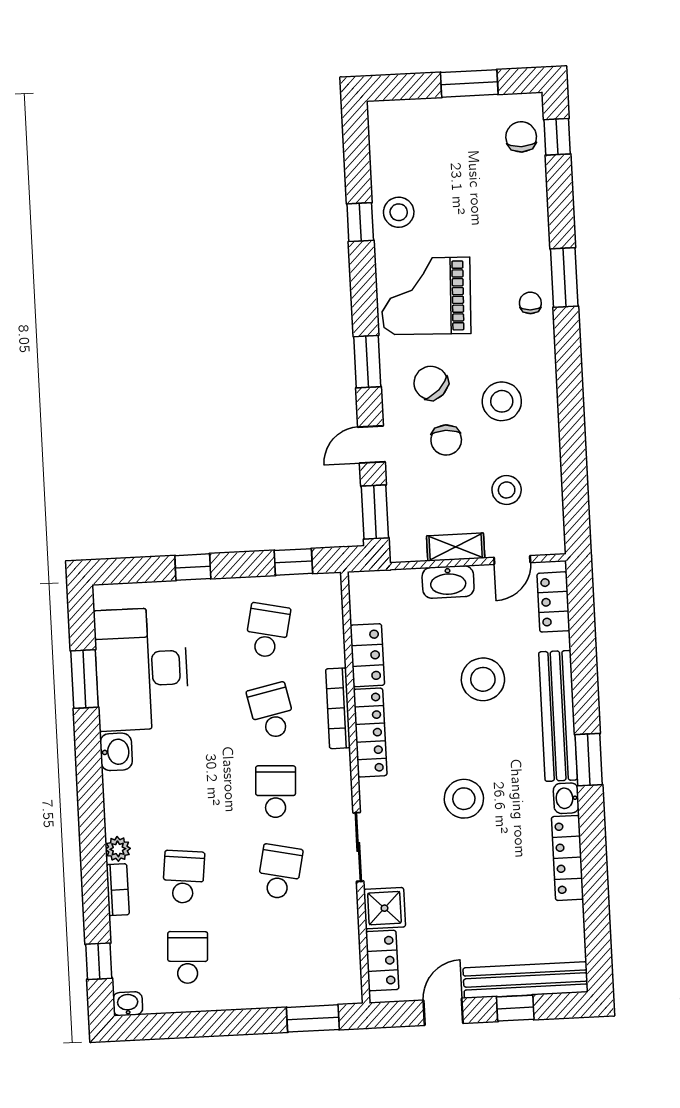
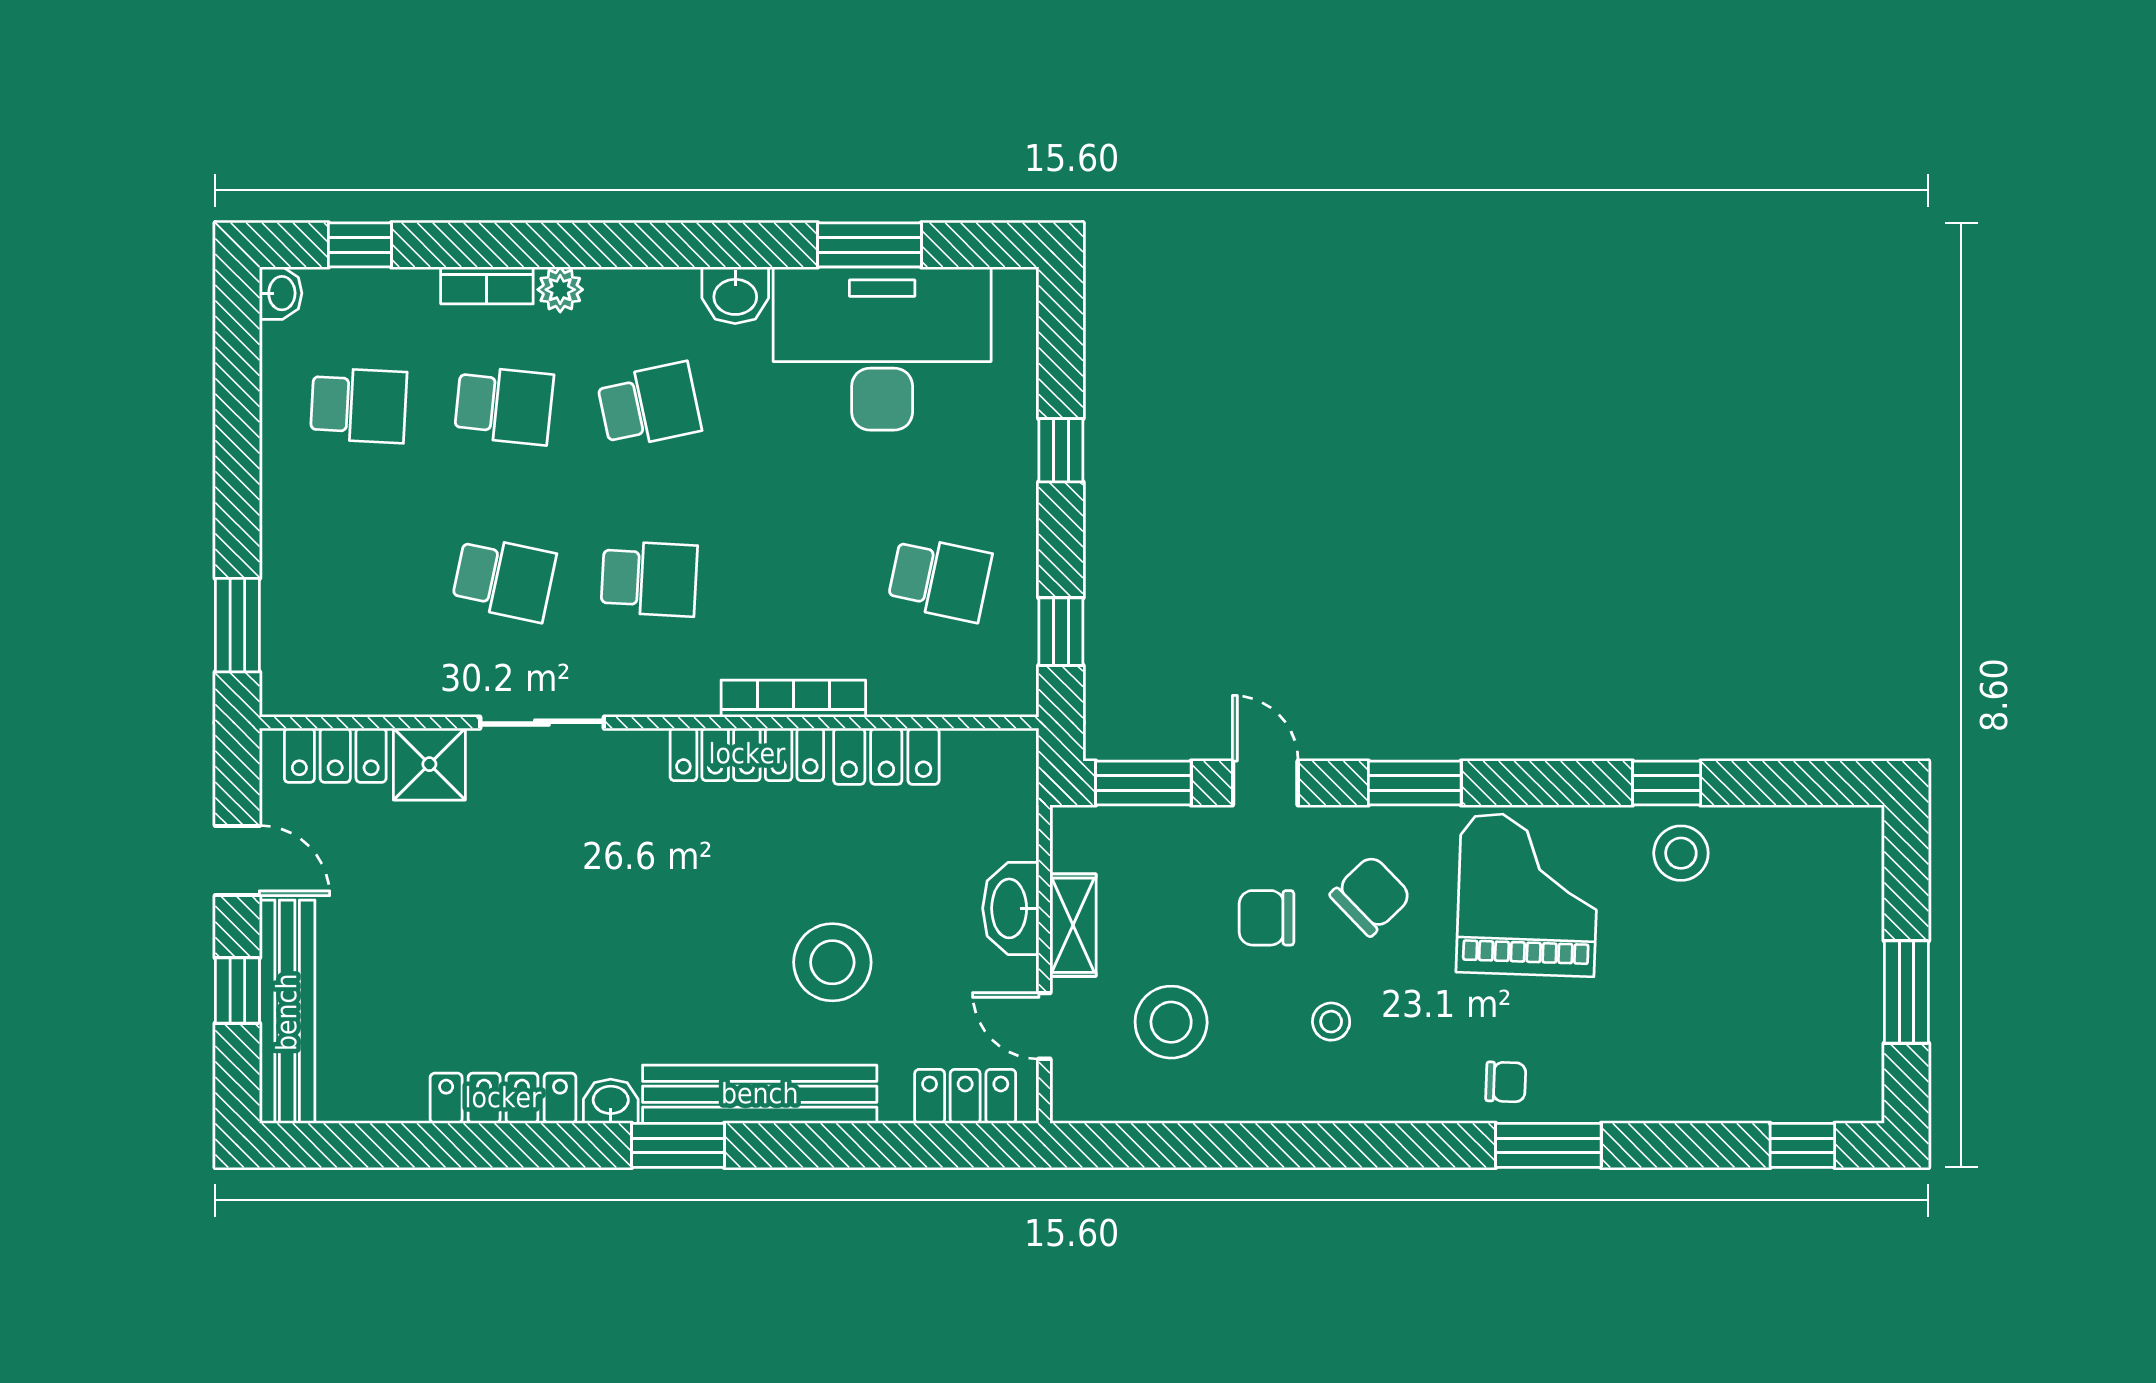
chair: (521, 137) -> (1805, 1081), removed
stool: (502, 401) -> (1331, 1022), width x0.53, depth x0.53
stool: (507, 490) -> (1171, 1022), width x1.38, depth x1.38
school desk: (271, 711) -> (649, 405), moved
stool: (464, 799) -> (619, 917), removed

